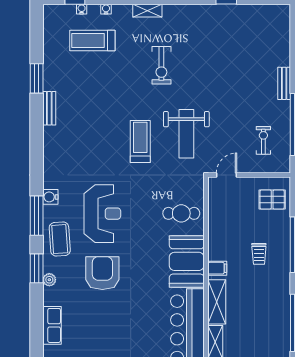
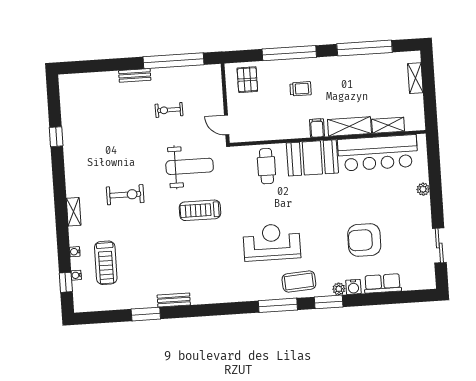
exercise bike: (263, 140) -> (169, 110), moved
water cooler: (50, 197) -> (353, 287), moved
armchair: (102, 273) -> (364, 240), moved

